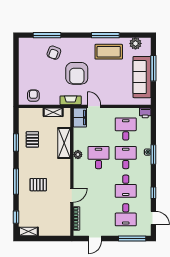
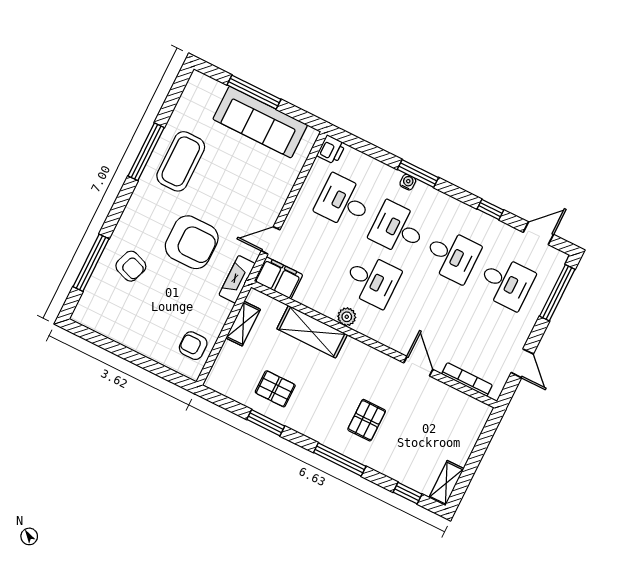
plant: (135, 43) -> (190, 103), removed
desk: (99, 158) -> (372, 280), turned 180

